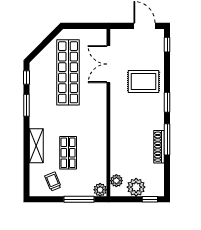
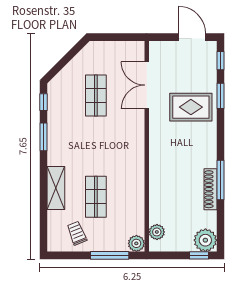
shop shelf: (68, 72) -> (96, 96), width x0.50, depth x0.74
window: (167, 102) -> (221, 96), moved
plant: (136, 187) -> (205, 240), moved

